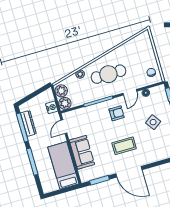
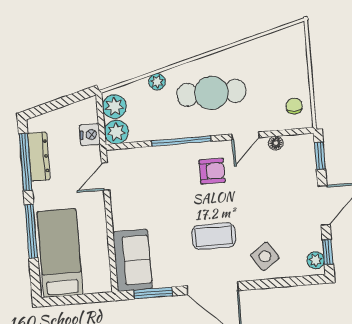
side table: (153, 122) -> (265, 256), moved
sofa: (82, 152) -> (132, 260), moved
bed: (63, 165) -> (60, 253), moved

